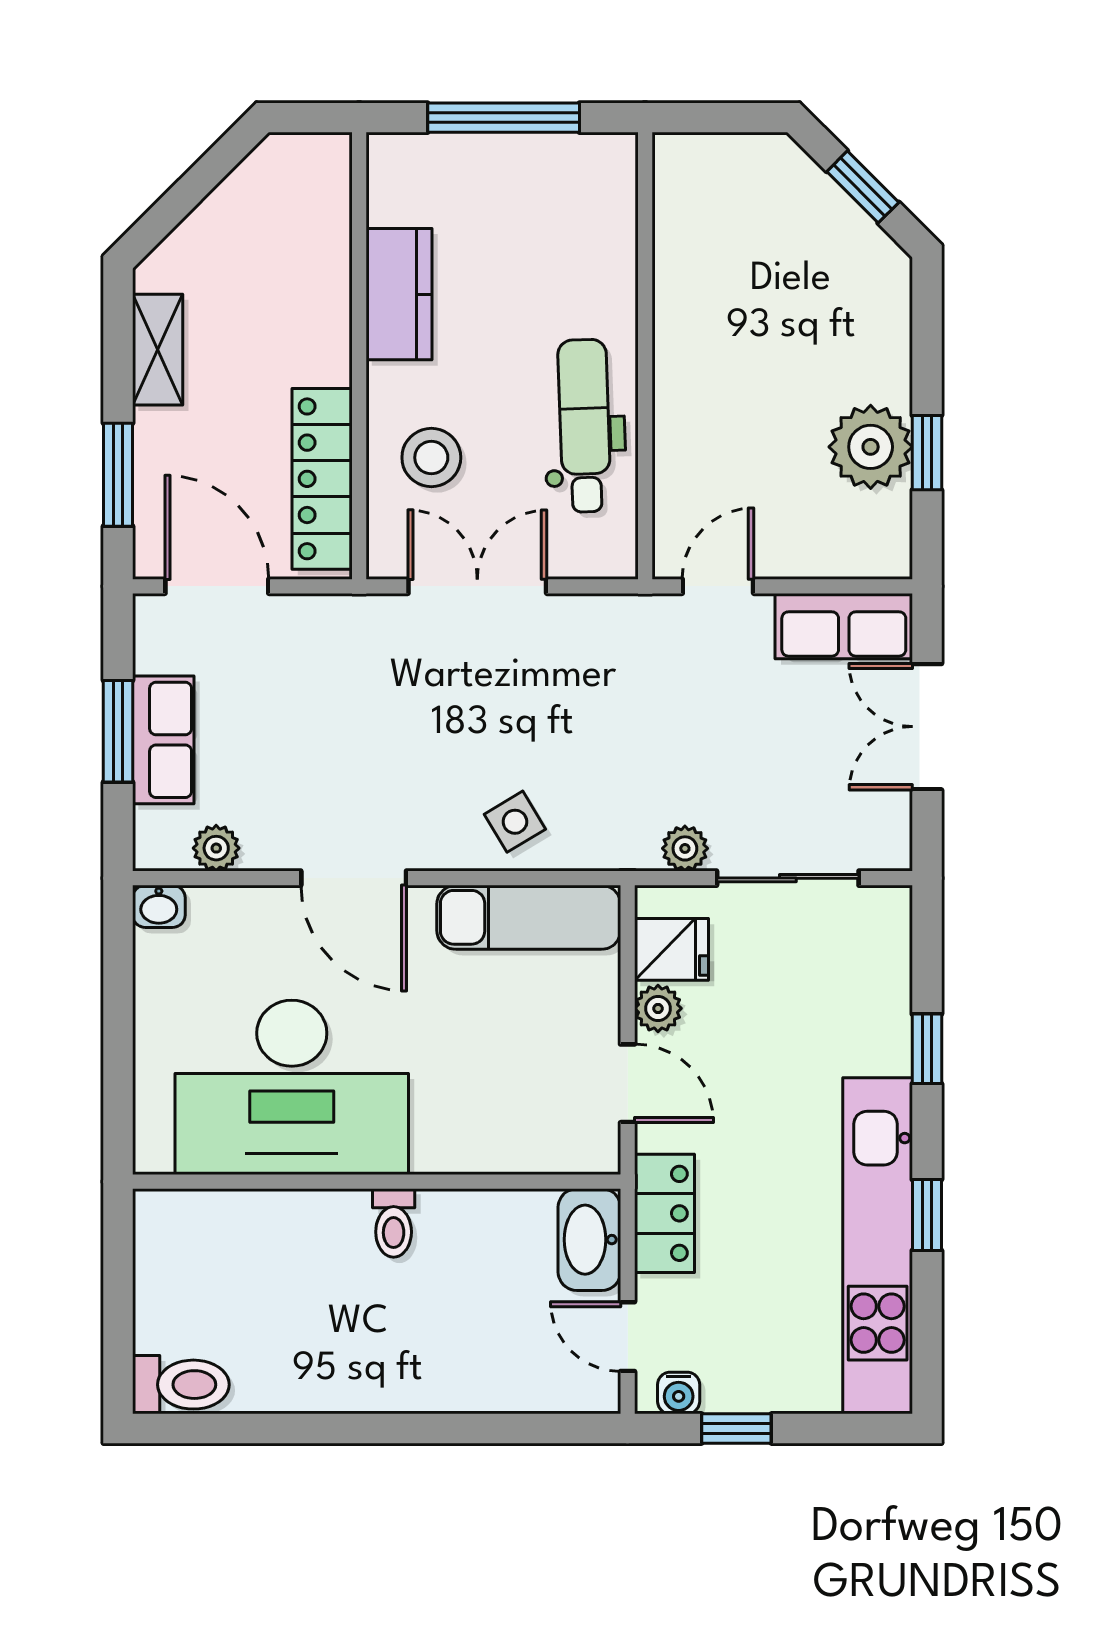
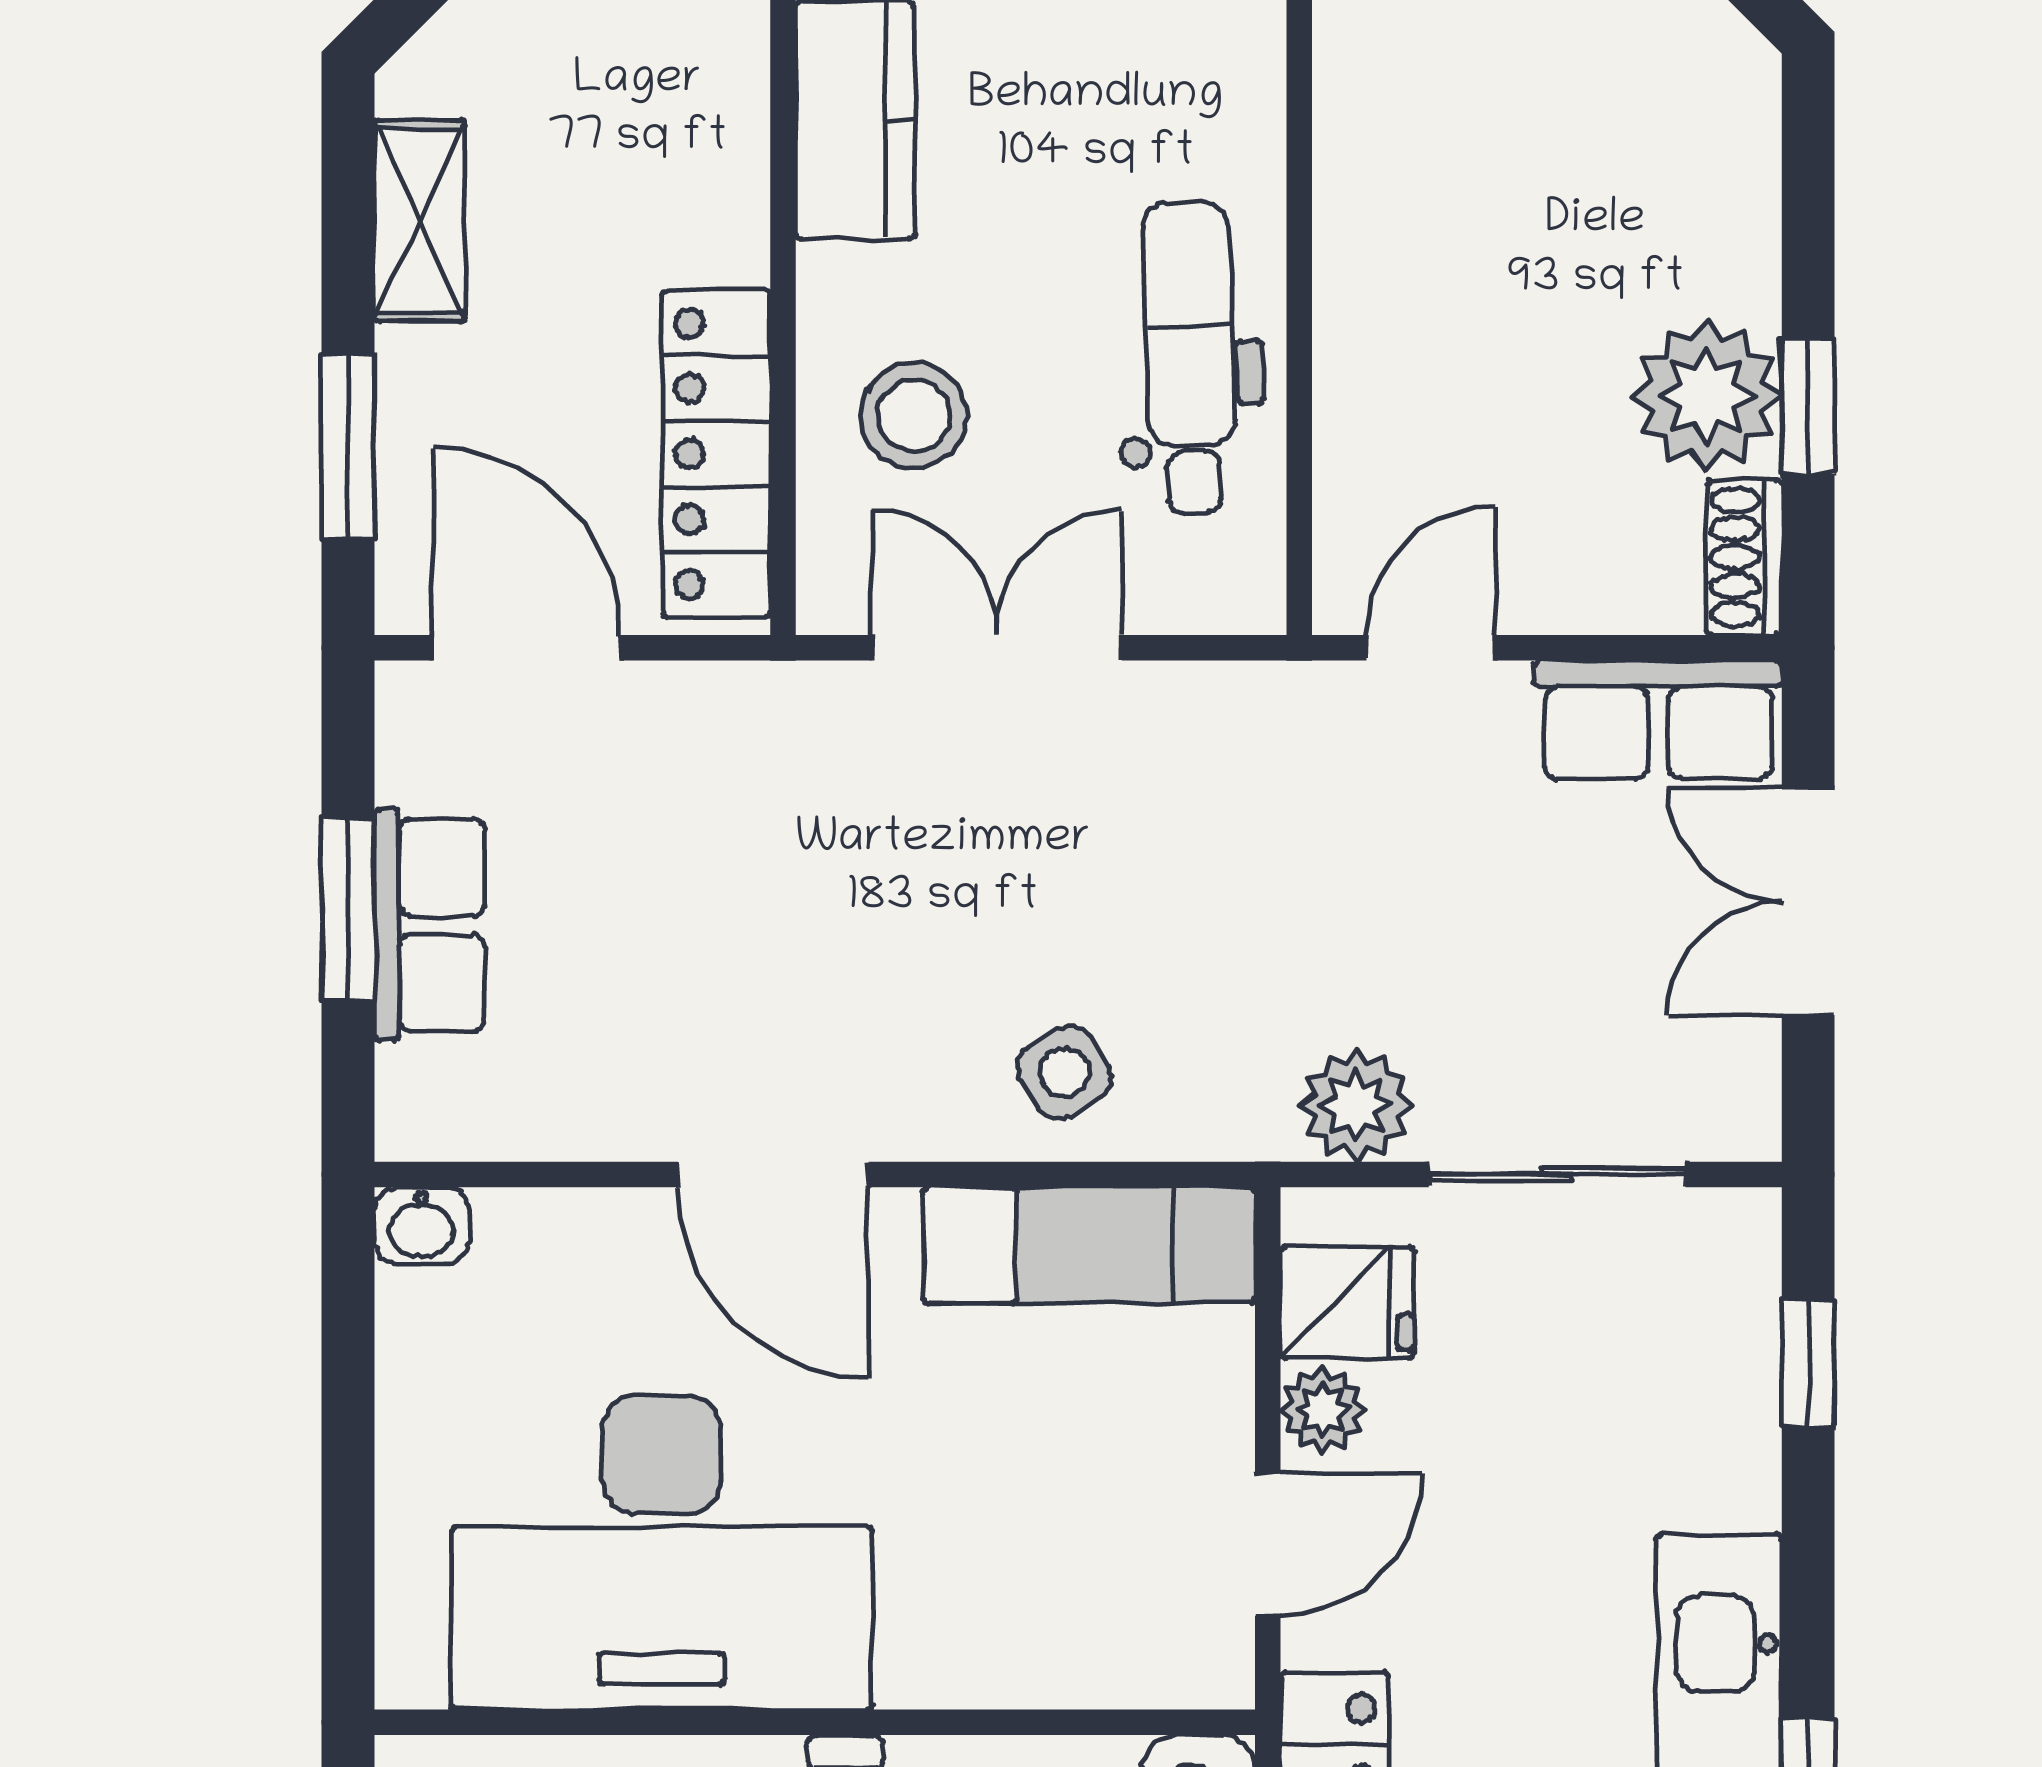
shoe rack: (891, 536) -> (1744, 557), added
plant: (216, 848) -> (525, 1120), removed
plant: (685, 848) -> (1356, 1106), width x1.38, depth x1.38
window: (927, 1049) -> (1808, 1364), moved
door: (628, 1083) -> (1268, 1545), hinge flipped

